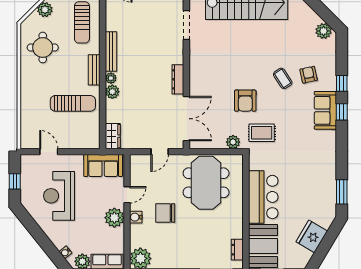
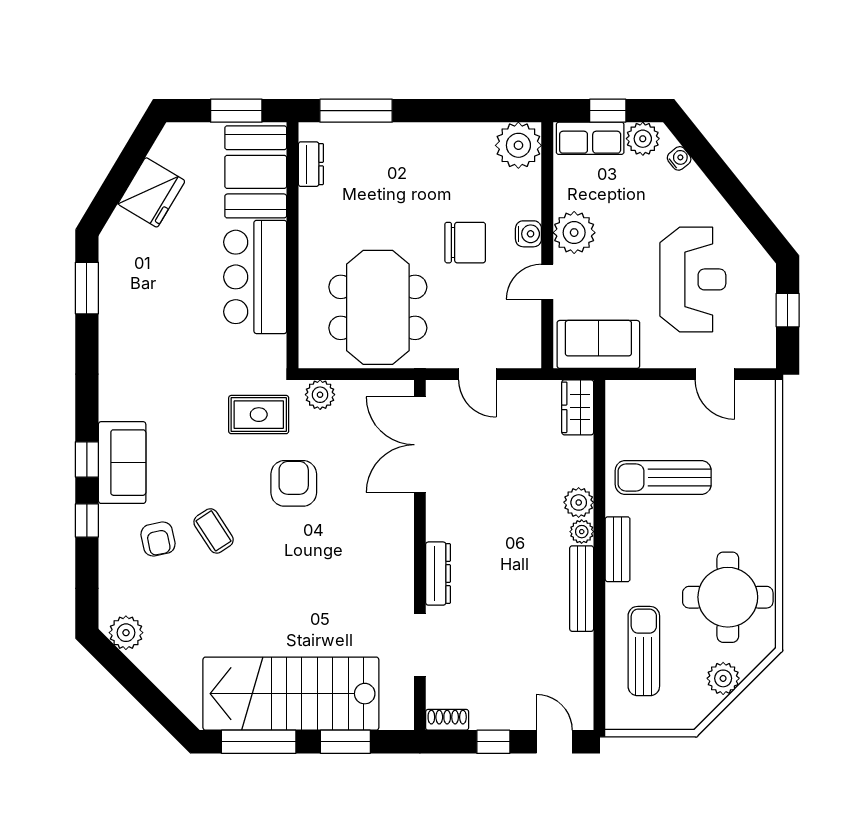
round table: (43, 48) -> (728, 597), width x1.36, depth x1.36
dresser: (178, 79) -> (438, 574), moved
door: (160, 152) -> (477, 374), swing flipped

